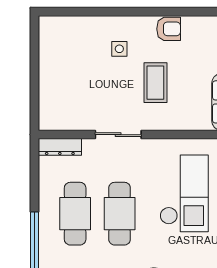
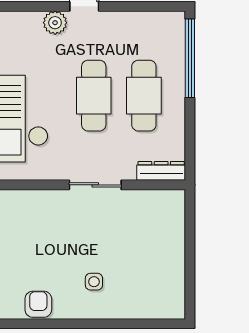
armchair: (169, 29) -> (38, 304), turned 90
coffee table: (155, 83) -> (53, 244), removed

